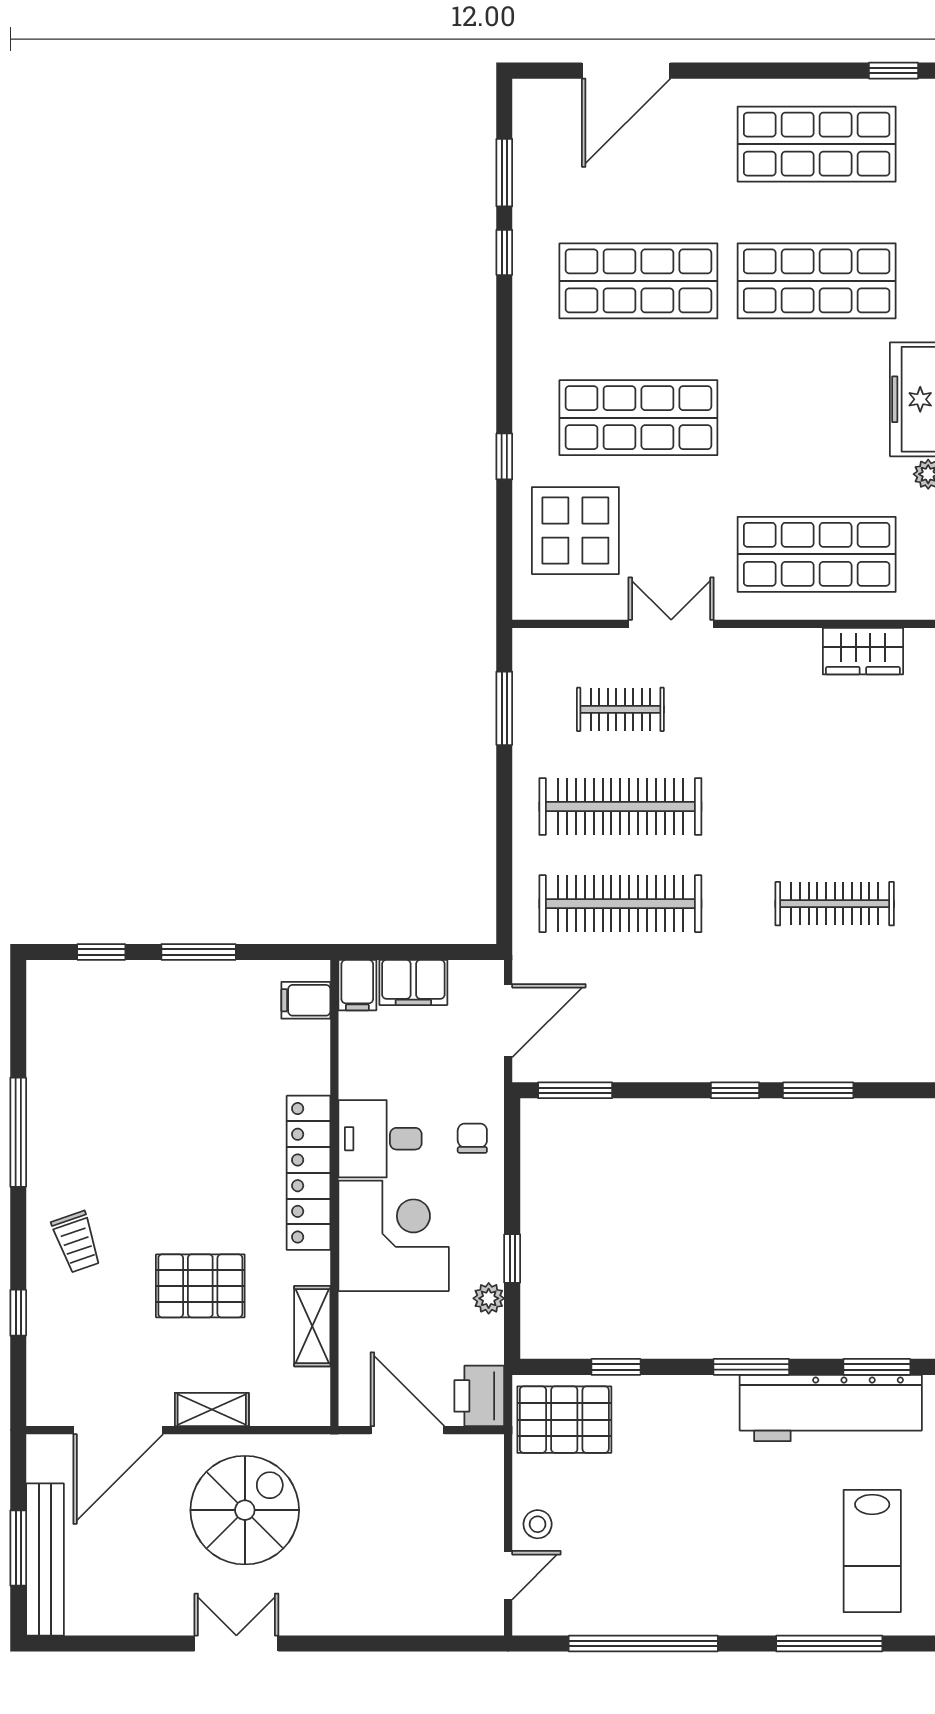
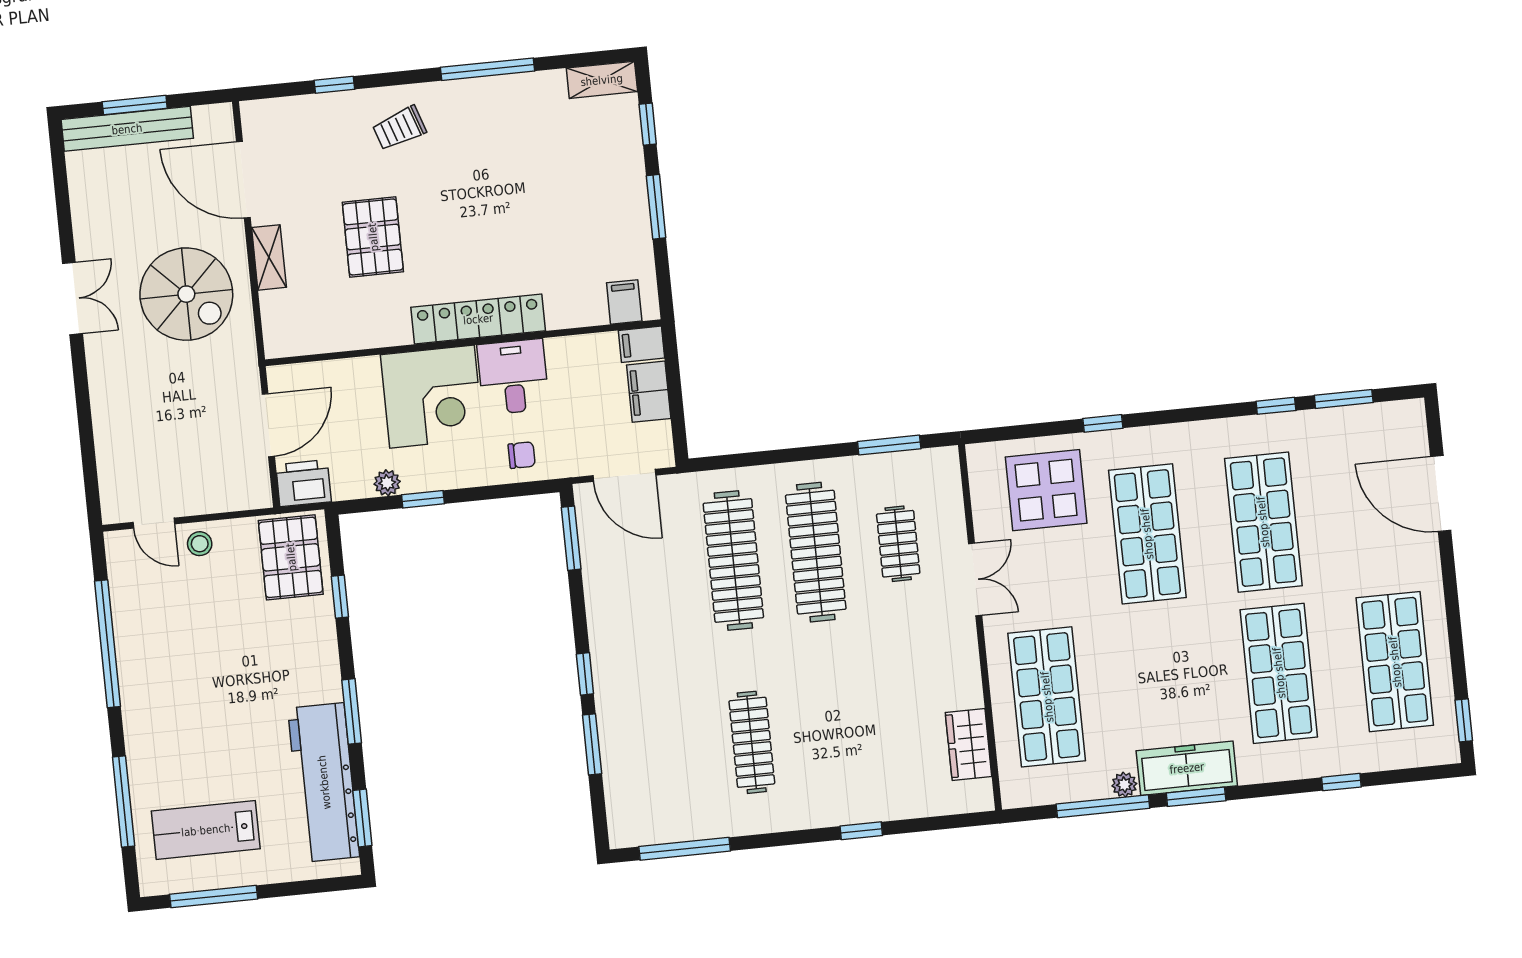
shelving: (312, 1326) -> (602, 80), moved

